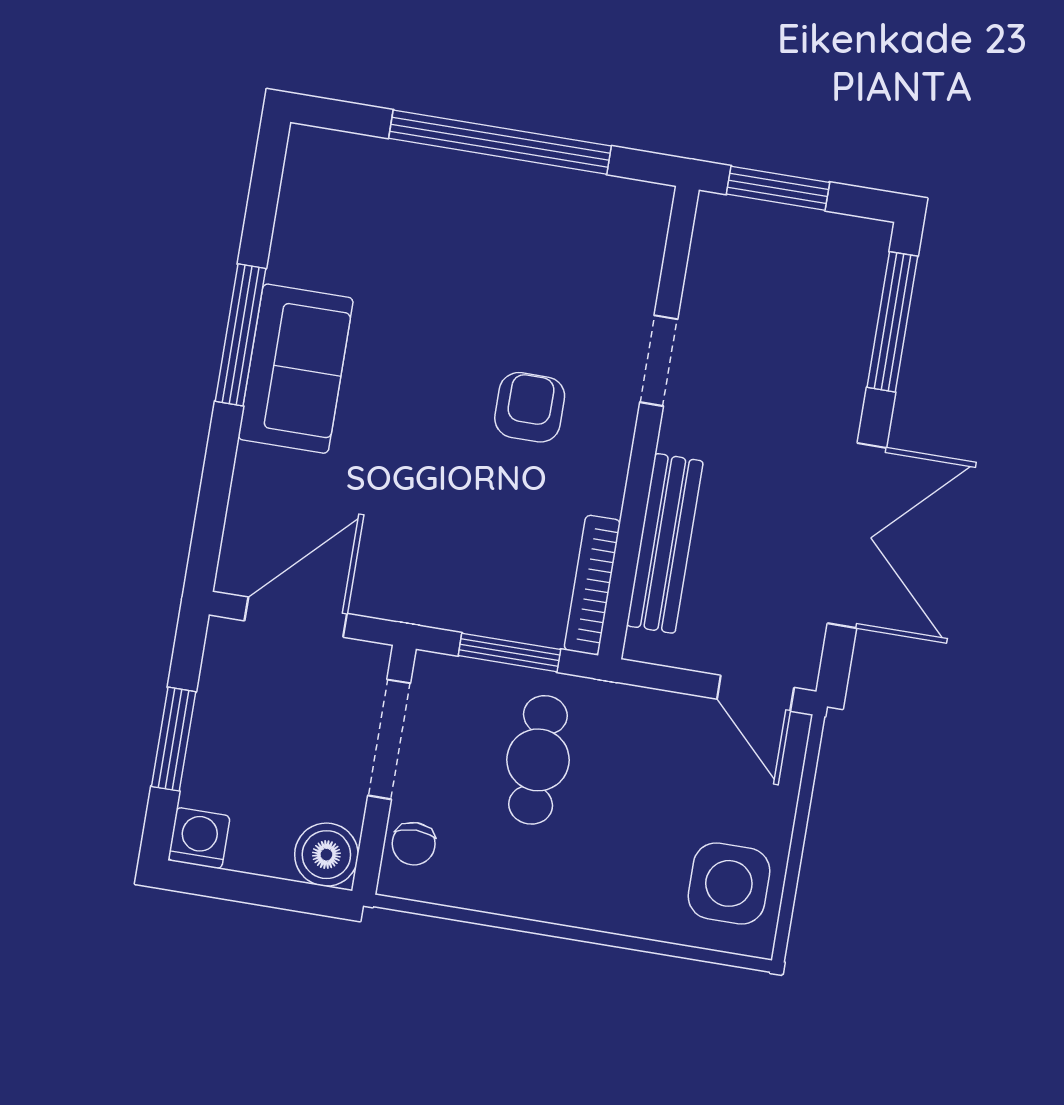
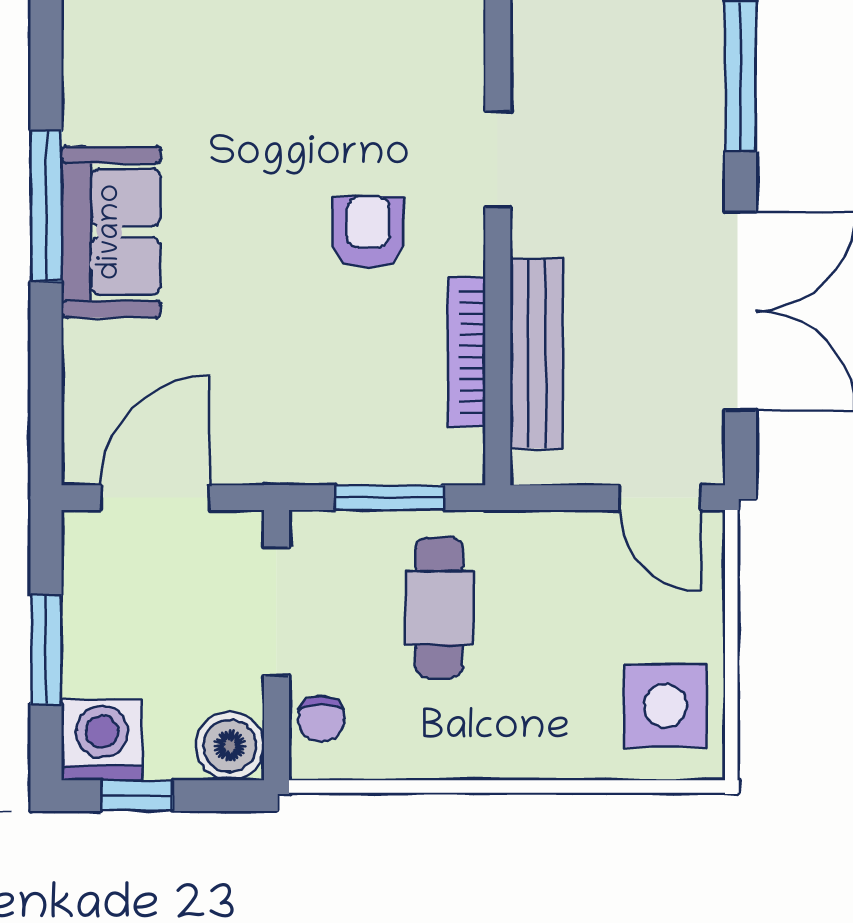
bookcase: (592, 585) -> (466, 352), moved
washing machine: (199, 838) -> (102, 740), width x1.38, depth x1.38
window: (235, 886) -> (137, 796), added

